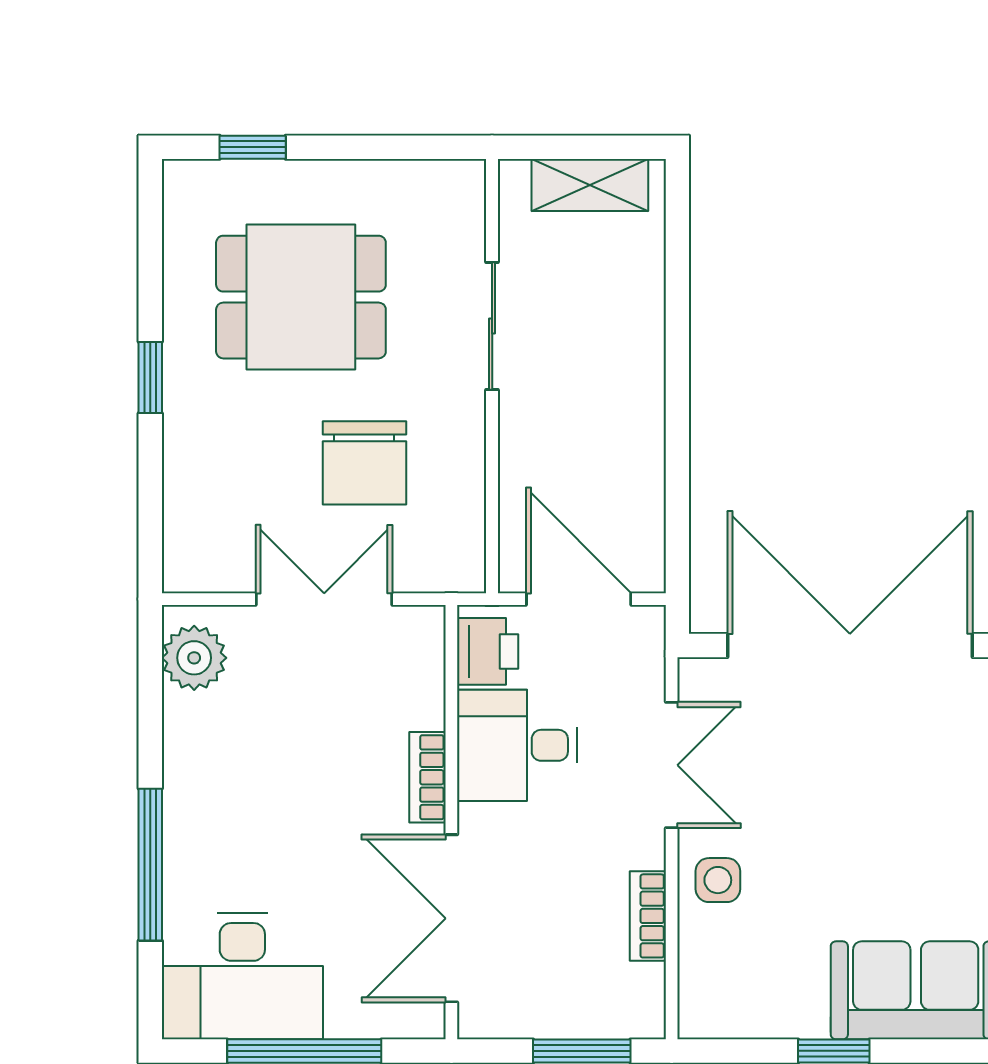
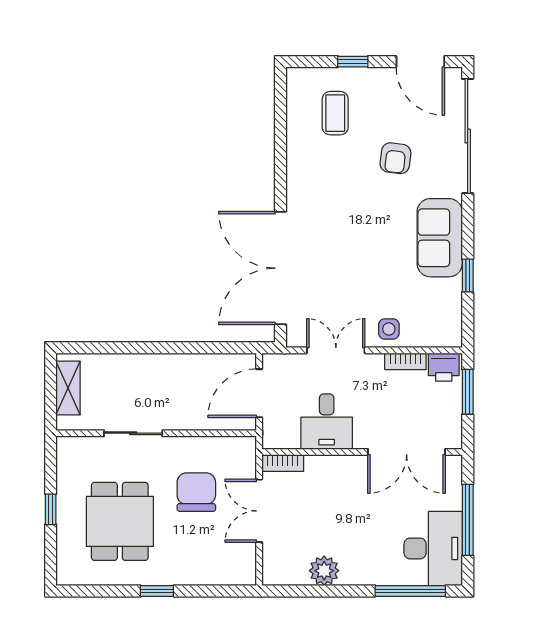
window: (253, 147) -> (51, 509), moved
chair: (364, 463) -> (196, 492), turned -90
printer: (488, 651) -> (444, 367), moved, turned 180
plant: (194, 658) -> (324, 571), moved
bookcase: (428, 777) -> (283, 463), moved
window: (150, 865) -> (410, 591), moved

